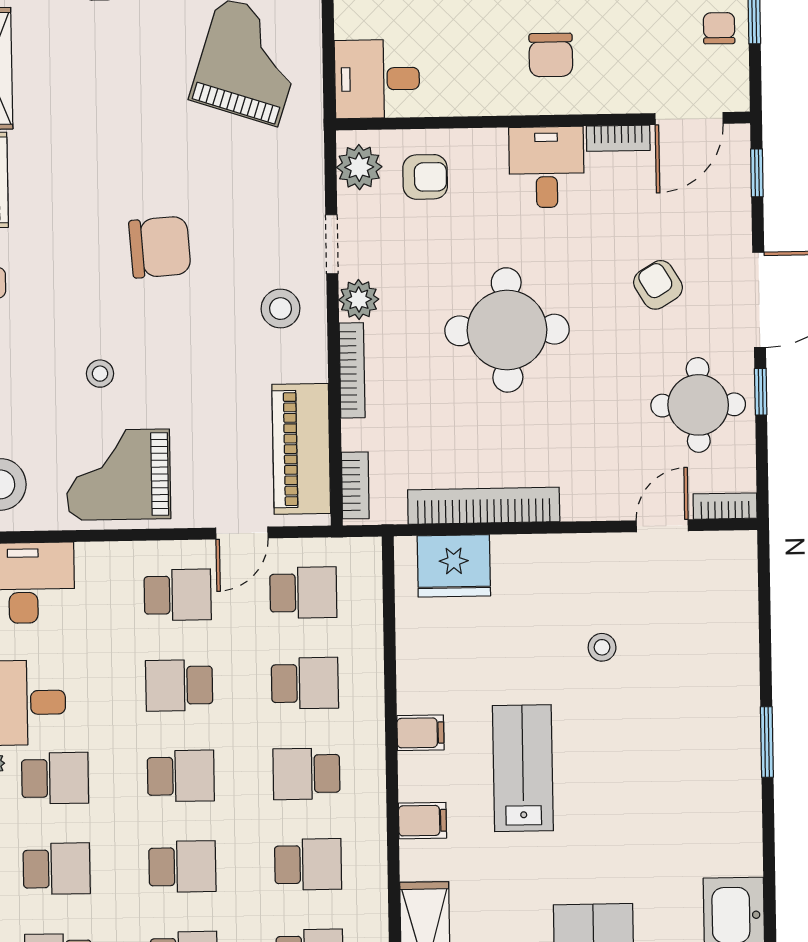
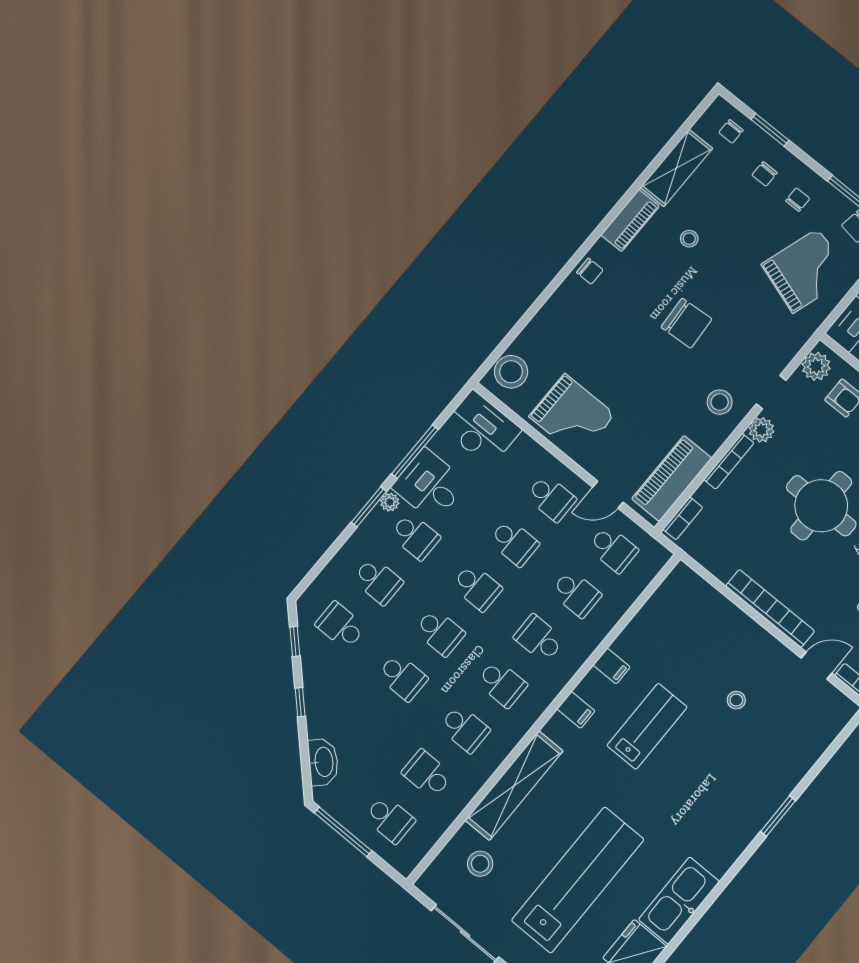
stool: (100, 374) -> (689, 239), moved
grand piano: (118, 475) -> (572, 415), turned 180
bookcase: (484, 506) -> (770, 609), moved
fridge: (454, 566) -> (698, 598), removed
school desk: (179, 685) -> (514, 543), turned 180

